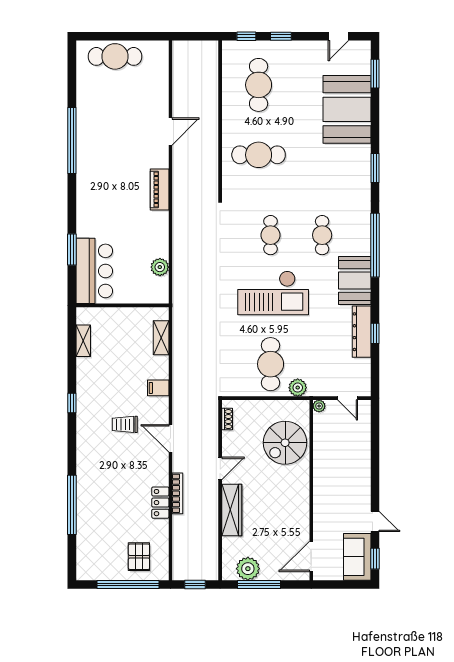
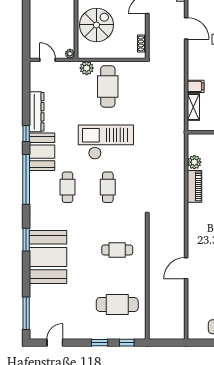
window: (375, 74) -> (26, 313), width x1.44
cafe table: (259, 85) -> (117, 305), turned 90
booth: (347, 109) -> (48, 257), moved
cafe table: (259, 155) -> (117, 250), width x0.73, depth x0.74
piano: (160, 190) -> (195, 186), moved
window: (375, 333) -> (26, 133), moved
filing cabinet: (158, 388) -> (196, 86), moved

